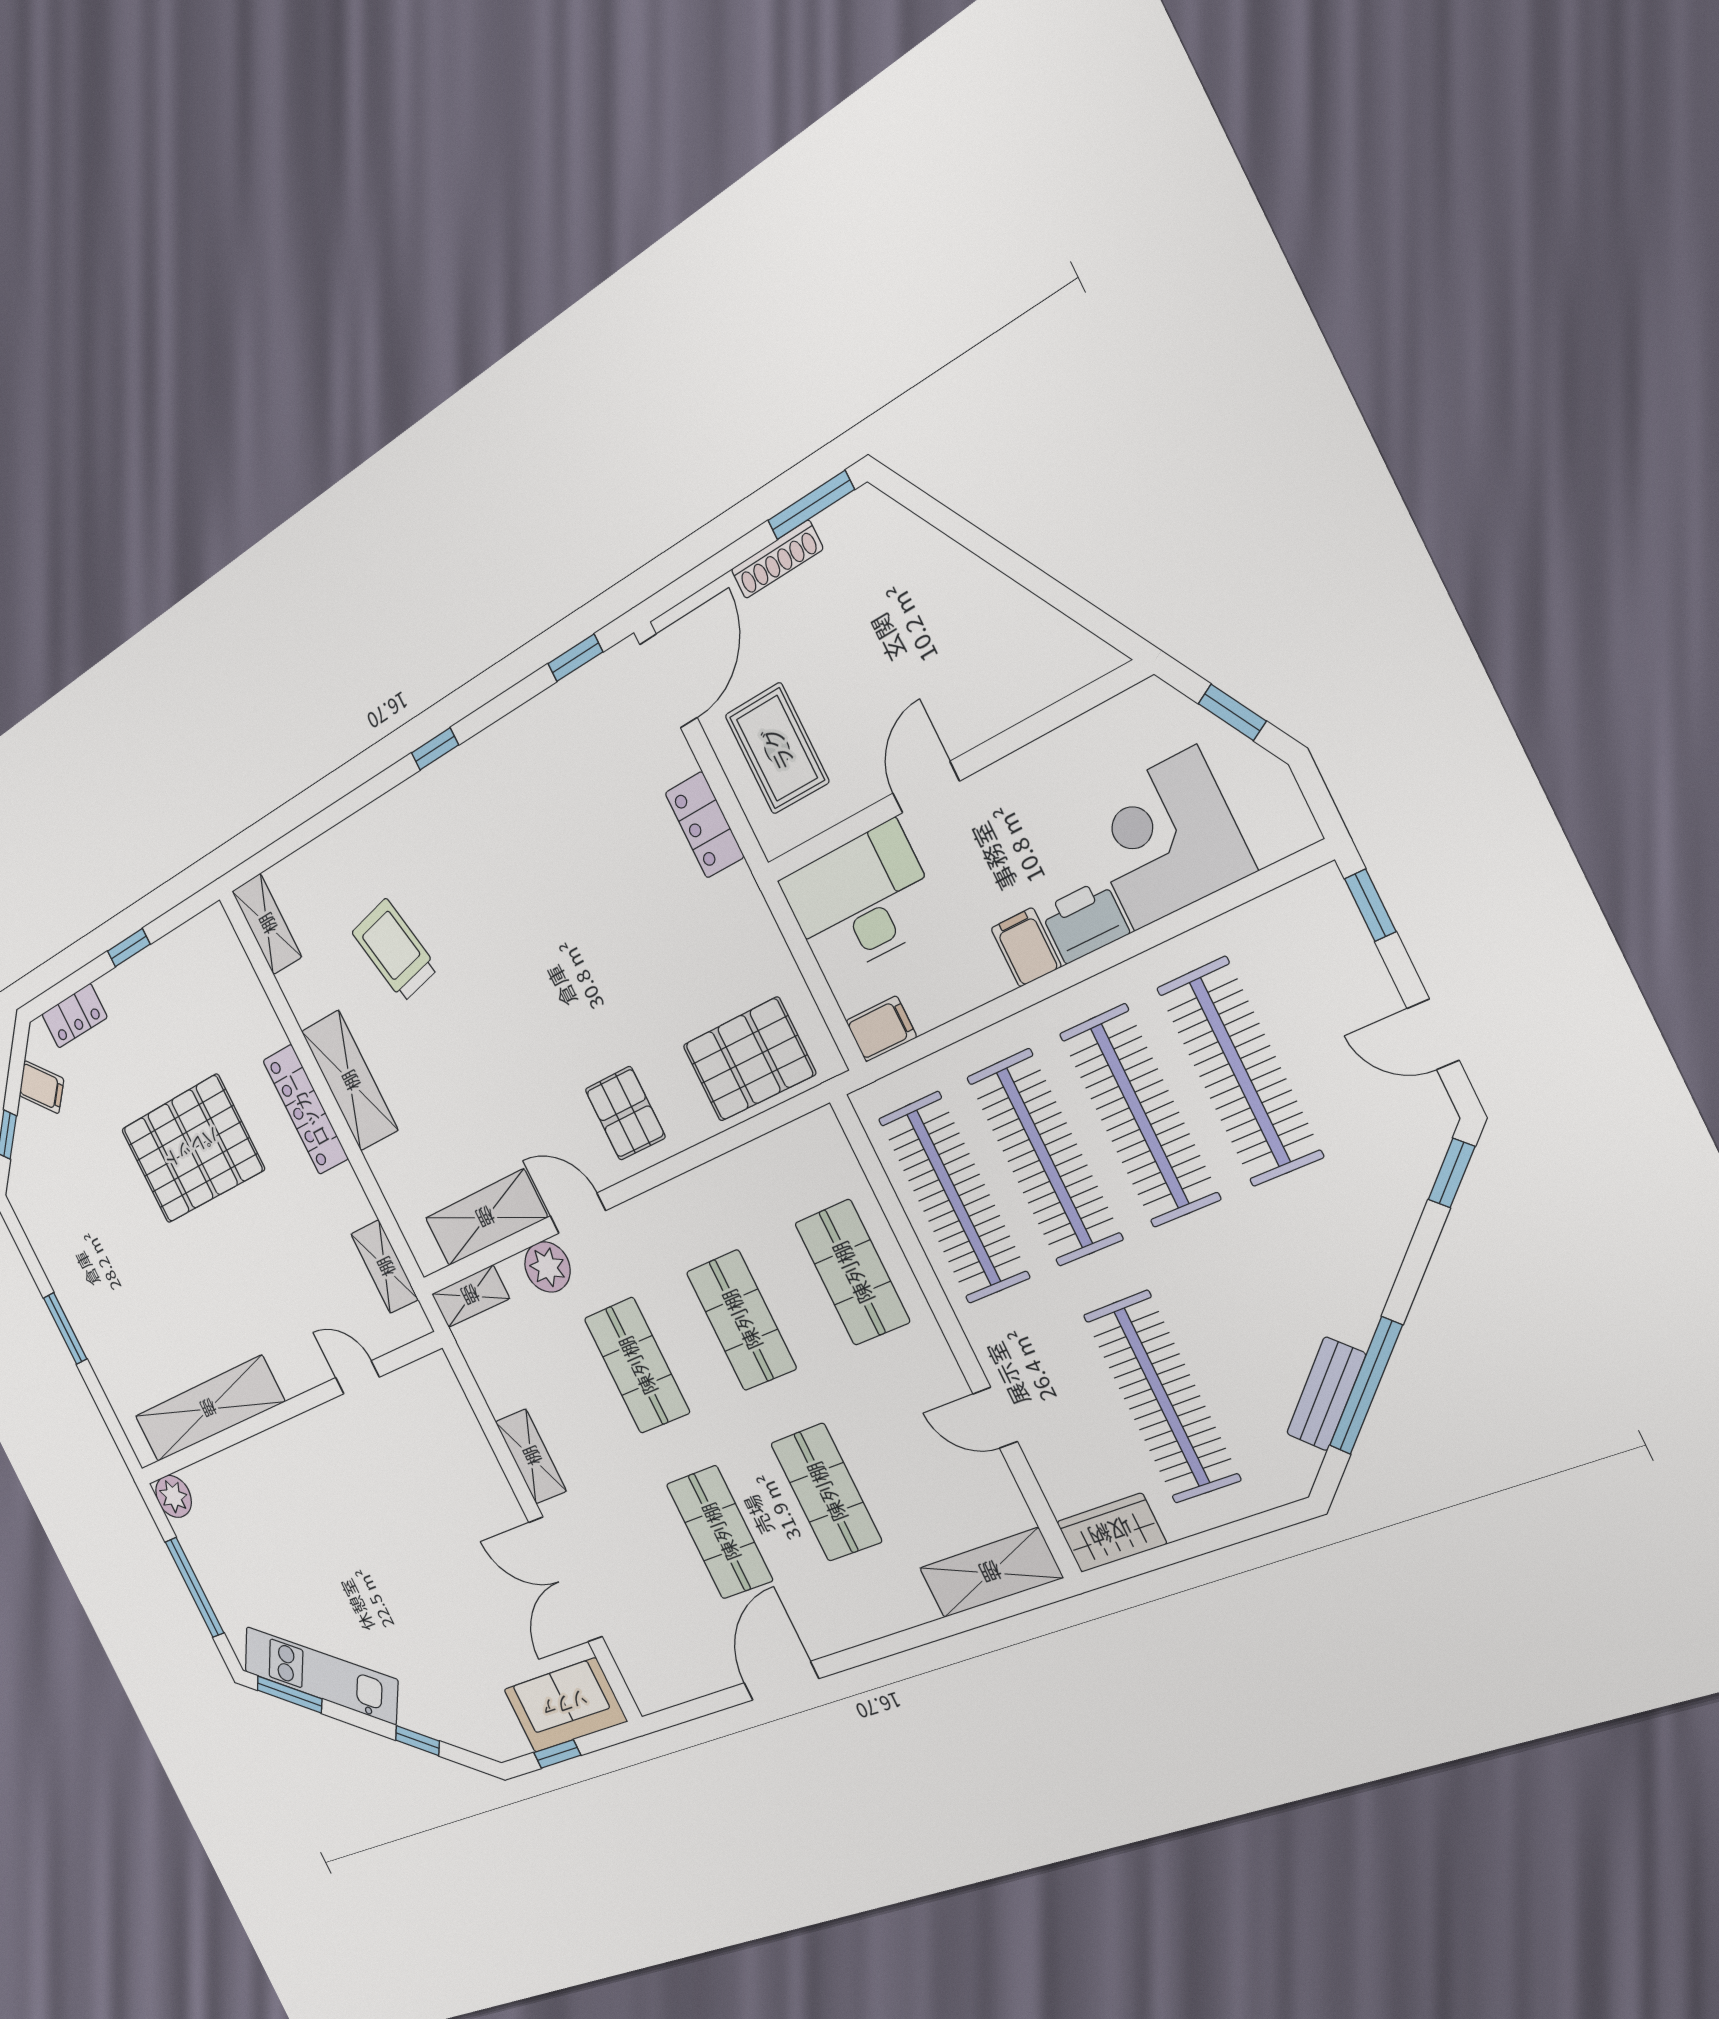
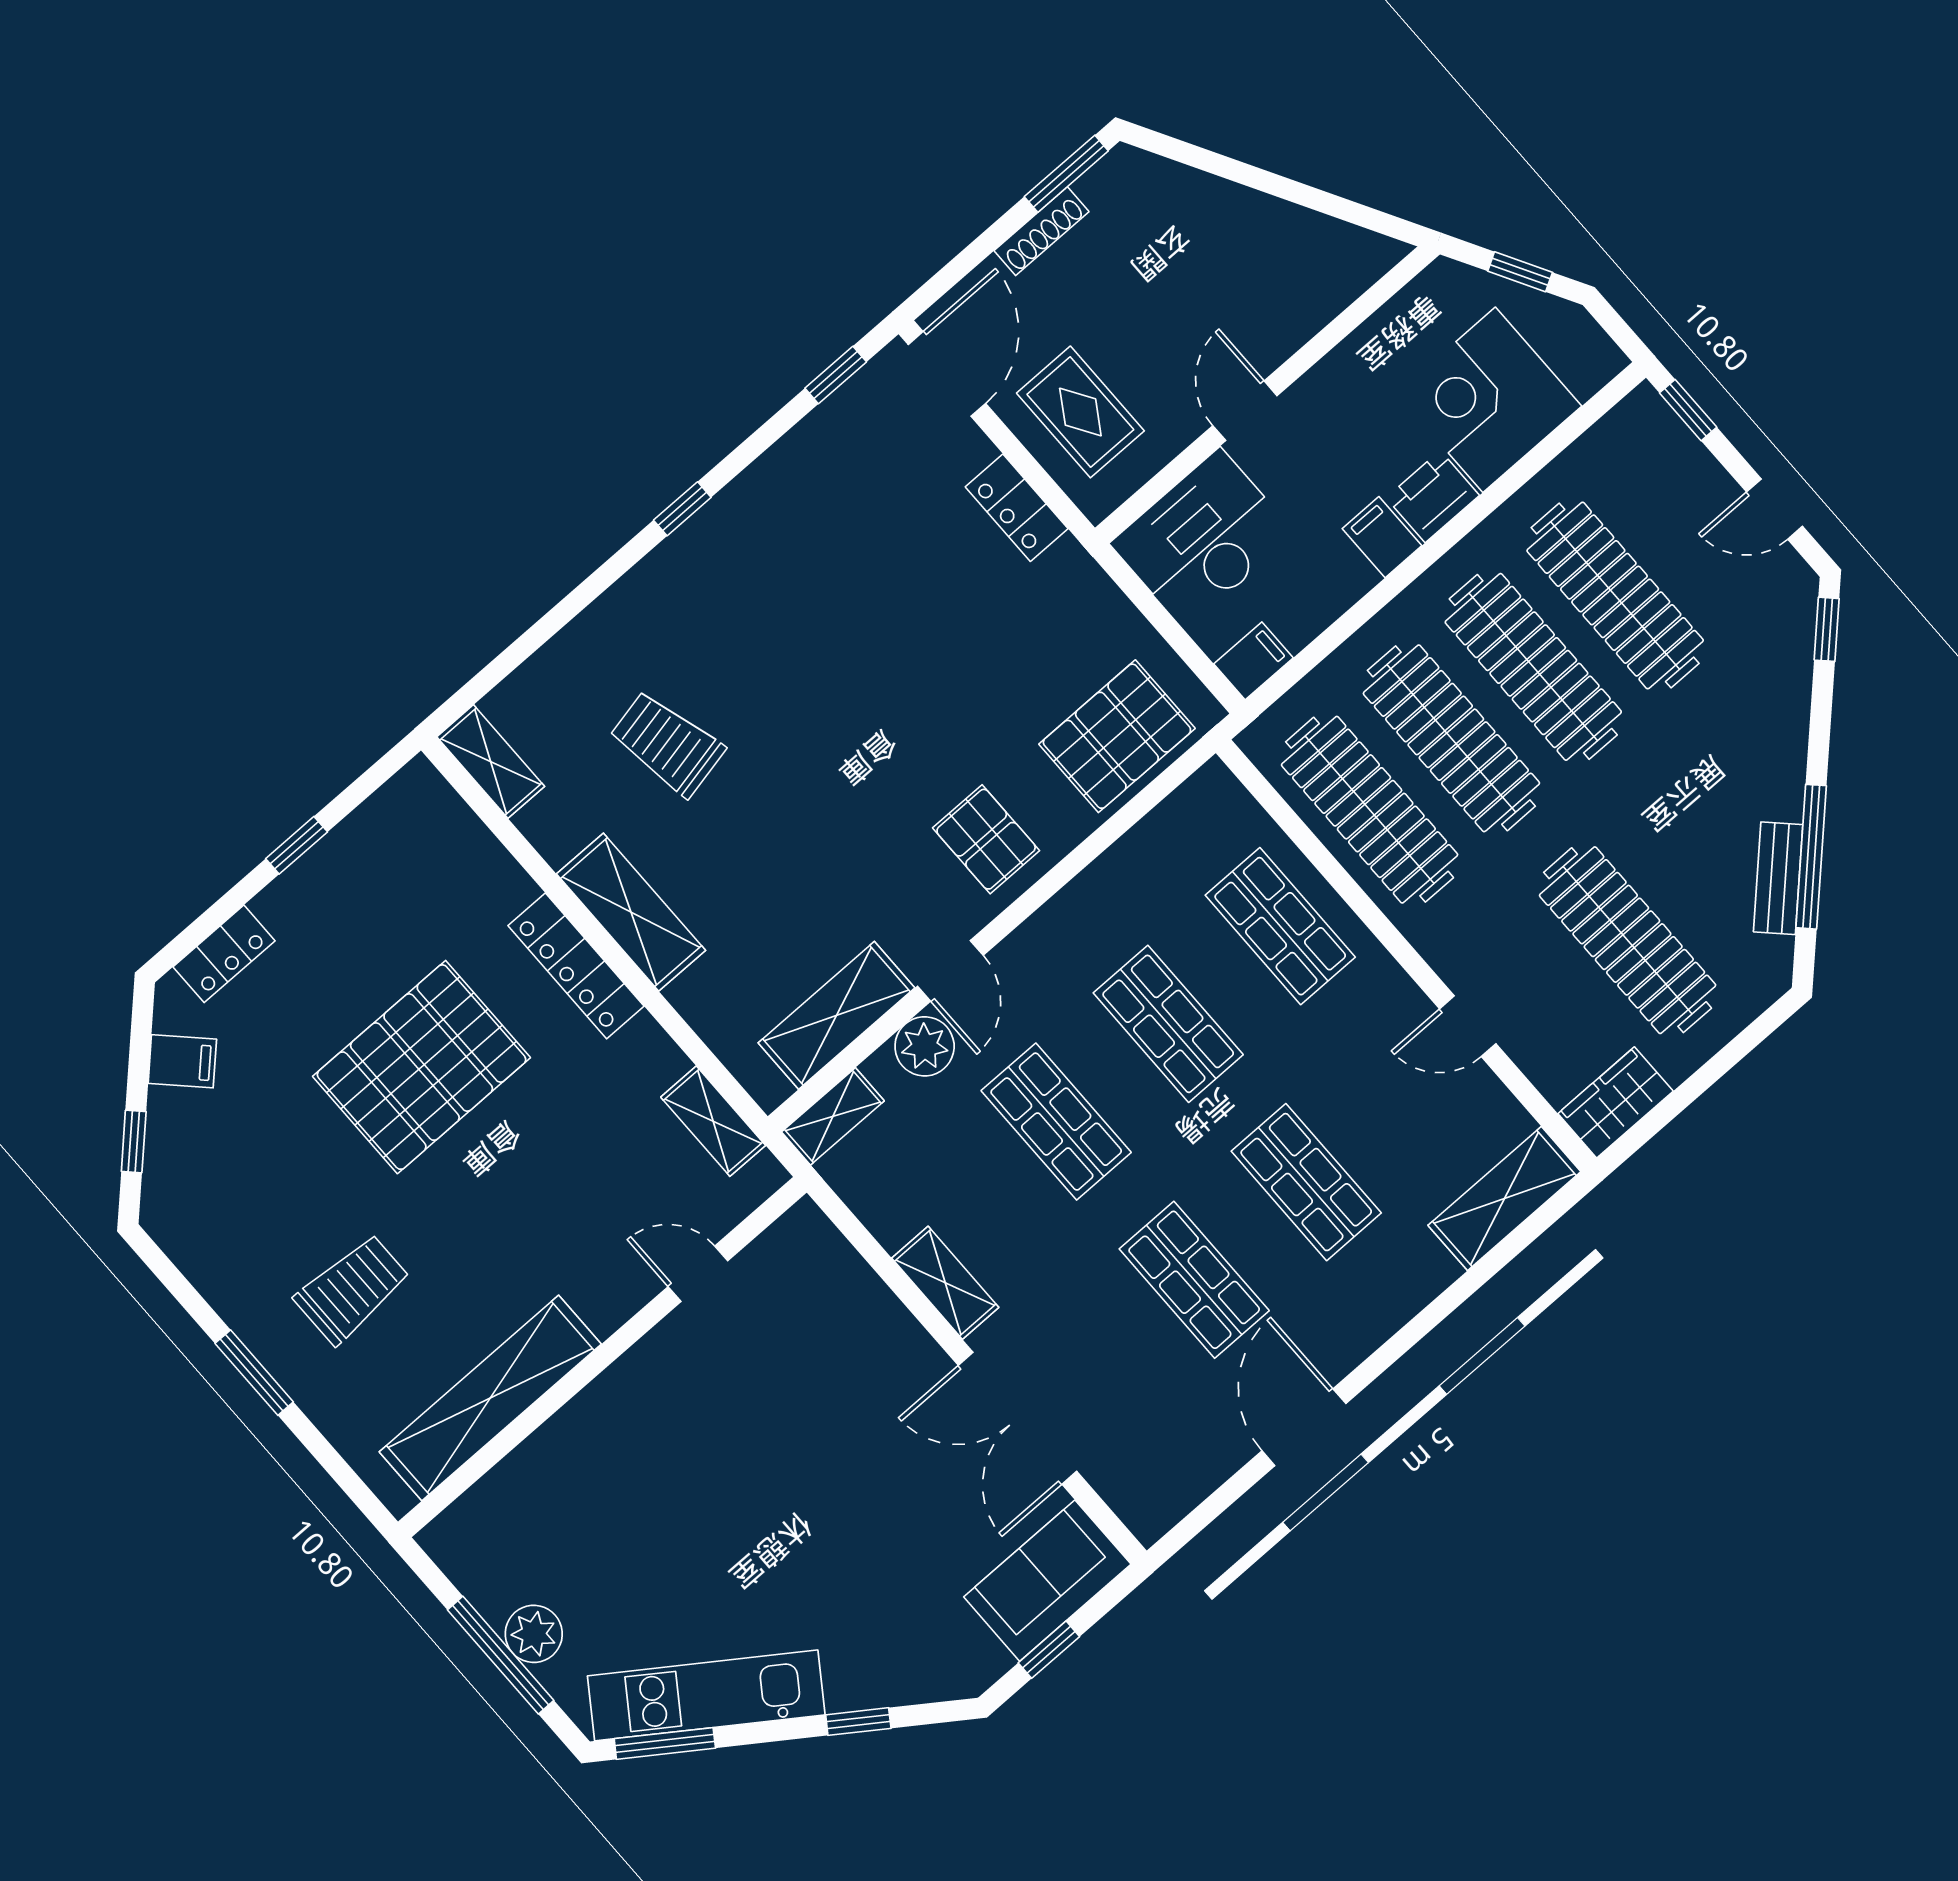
door: (578, 1213) -> (950, 971), swing flipped
trolley: (131, 1295) -> (352, 1289), added
plant: (174, 1496) -> (534, 1634), moved

